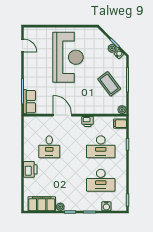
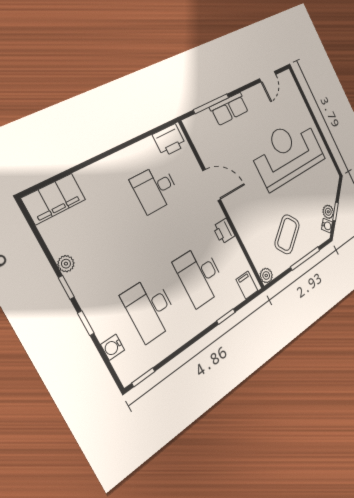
reception desk: (68, 57) -> (287, 153), turned 180
row of seats: (30, 102) -> (229, 109), moved
door: (62, 115) -> (212, 185), hinge flipped
printer: (30, 169) -> (169, 140), moved
filing cabinet: (42, 204) -> (54, 199), moved, turned 90

